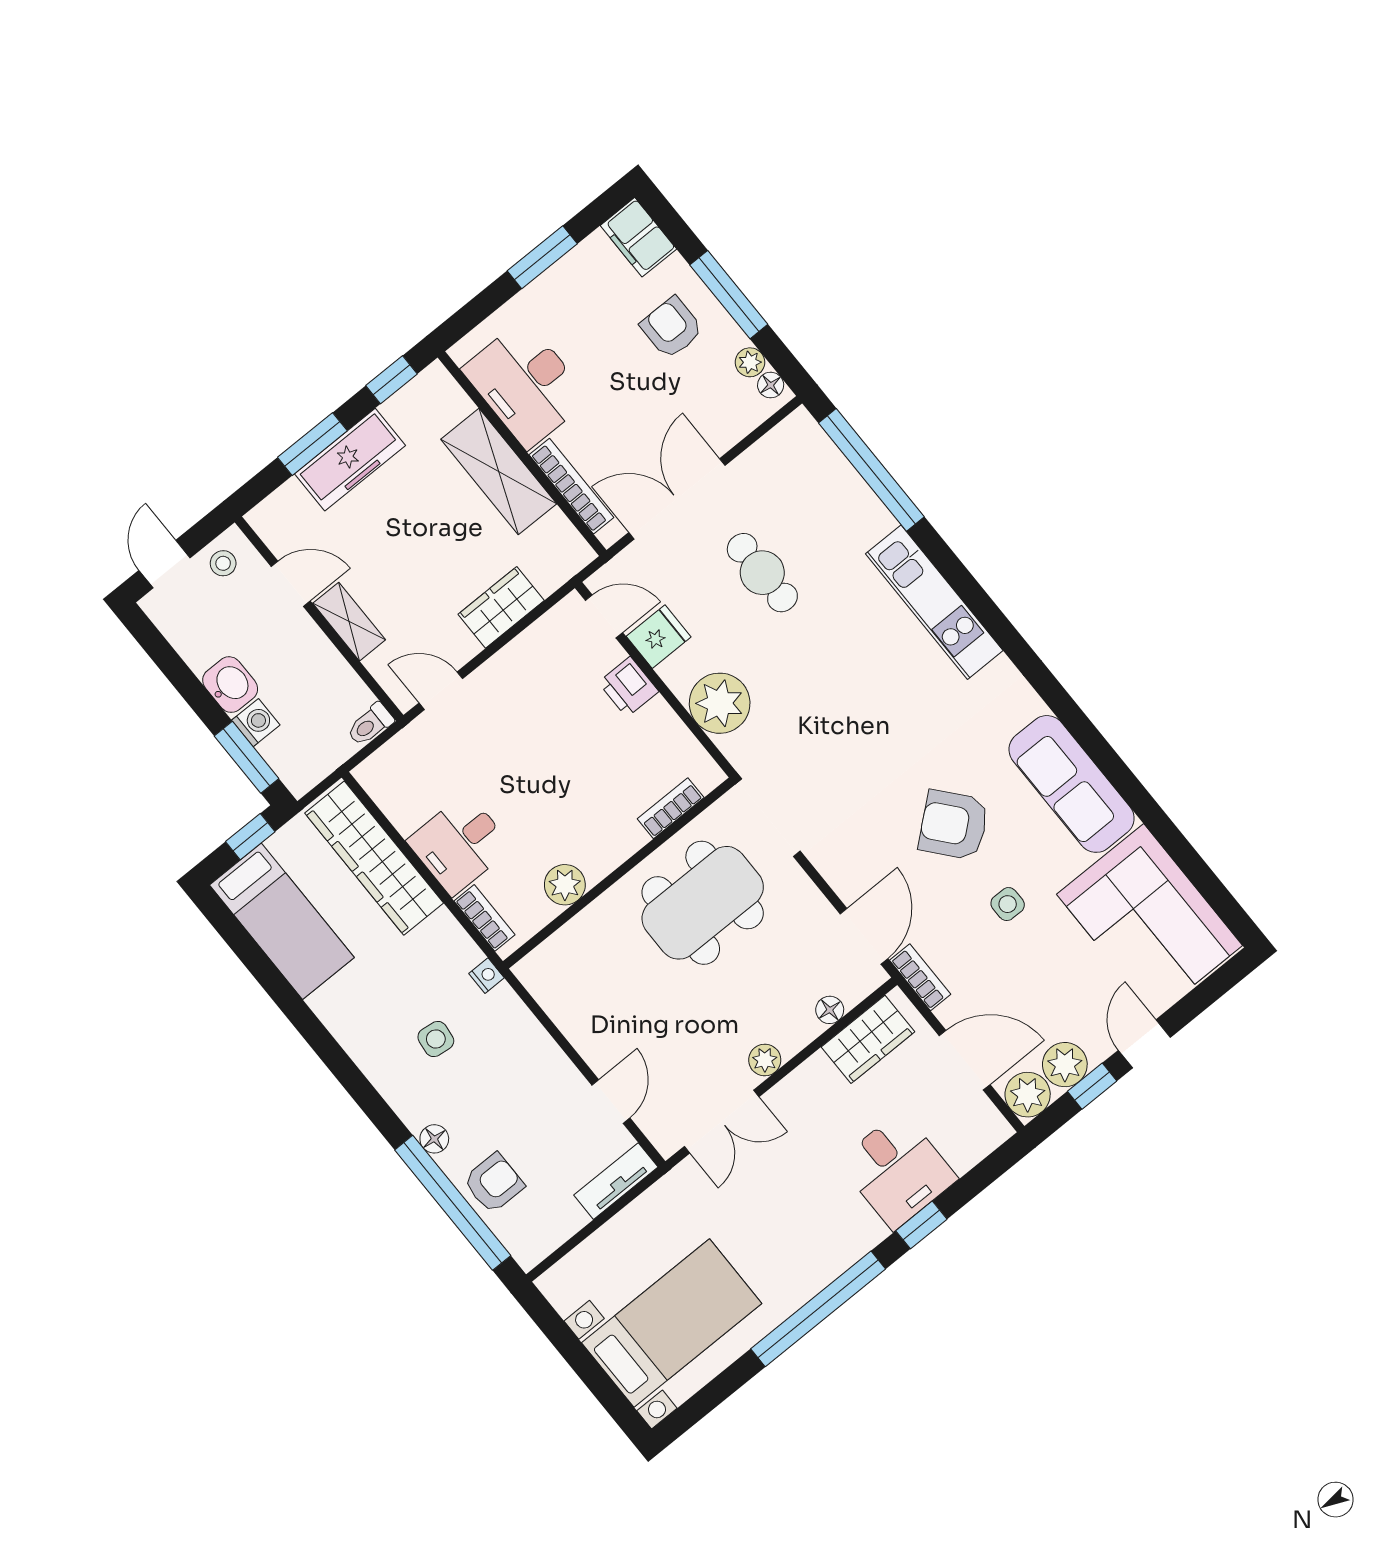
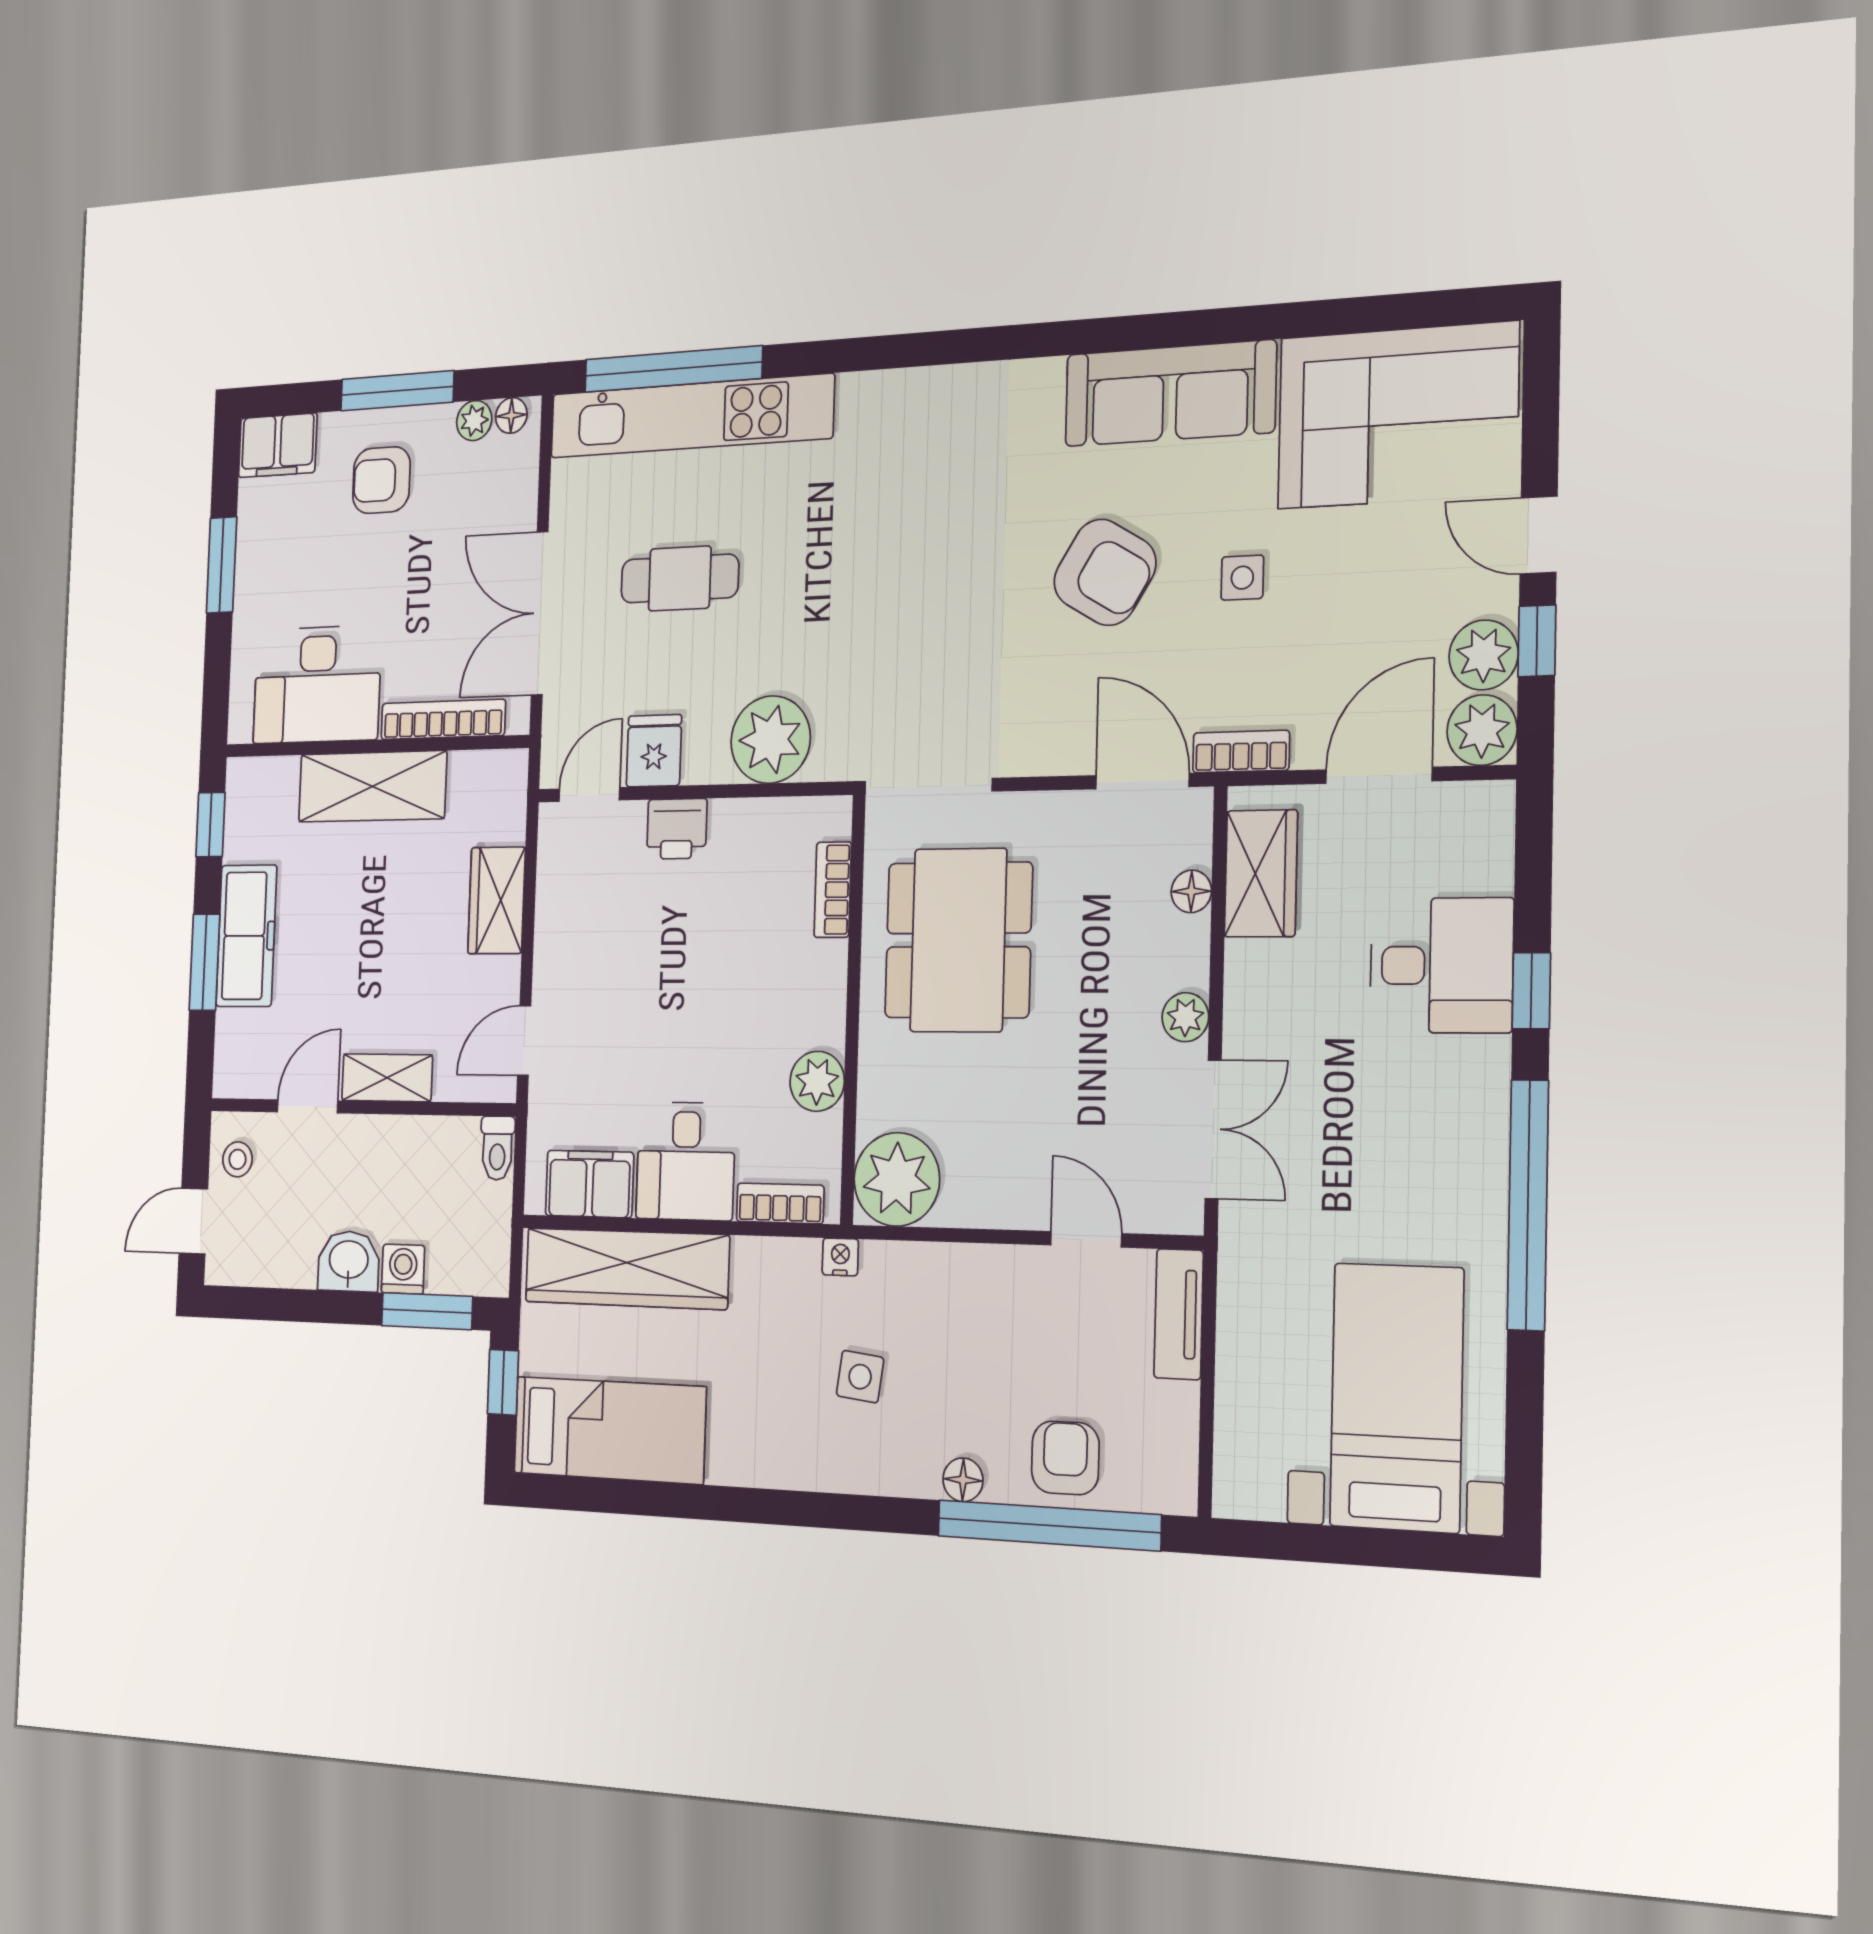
door: (165, 564) -> (193, 1221), hinge flipped
kitchen unit: (934, 602) -> (691, 416), moved, width x1.36
filing cabinet: (399, 797) -> (589, 1184), added
armchair: (954, 825) -> (1105, 572), turned -109
plant: (553, 973) -> (897, 1179), added

